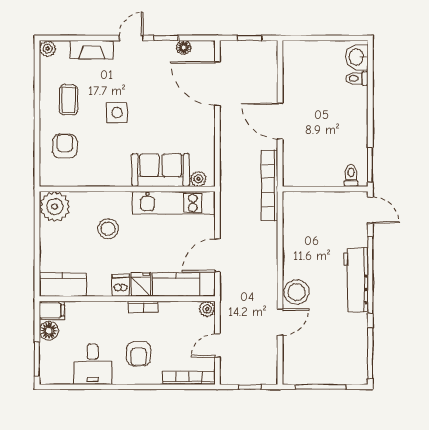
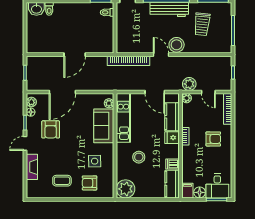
door: (131, 38) -> (25, 143), hinge flipped
plant: (48, 49) -> (31, 102), moved
armchair: (154, 81) -> (51, 129), added
door: (217, 84) -> (62, 92), moved
side table: (117, 113) -> (95, 161), moved
bookcase: (270, 185) -> (129, 61), moved
dishwasher: (121, 285) -> (172, 164), moved
plant: (231, 313) -> (189, 84), added
door: (280, 322) -> (161, 55), moved
trolley: (331, 335) -> (202, 24), added
desk: (93, 364) -> (217, 186), moved, turned 90

